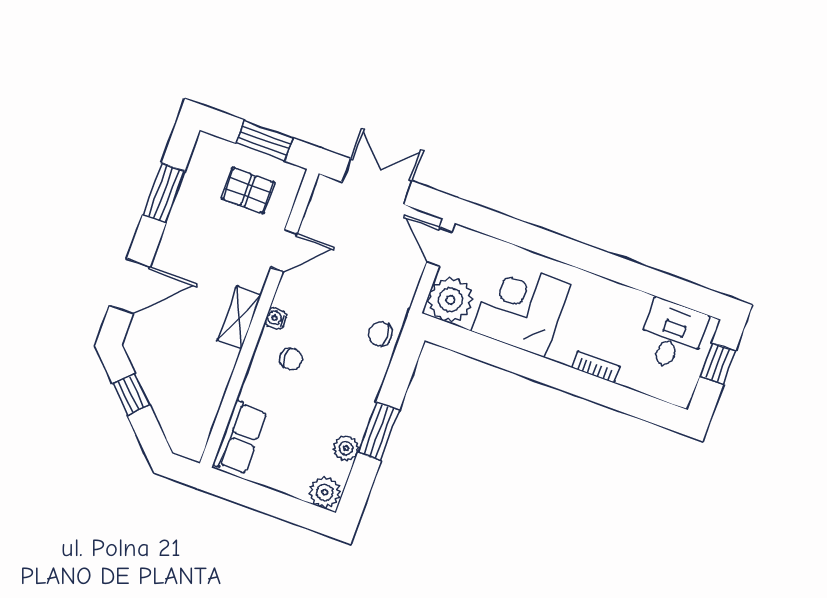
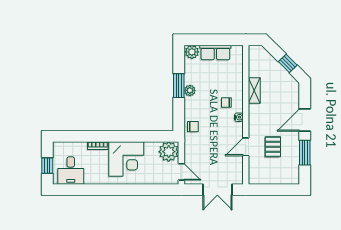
window: (265, 141) -> (271, 190), removed
pallet: (248, 191) -> (273, 147), moved, turned 90
door: (130, 286) -> (305, 120), moved
corner desk: (521, 308) -> (126, 159), moved
shelving: (239, 318) -> (254, 90), moved
row of seats: (240, 438) -> (215, 52), moved, turned -90
plant: (346, 448) -> (190, 90), moved

